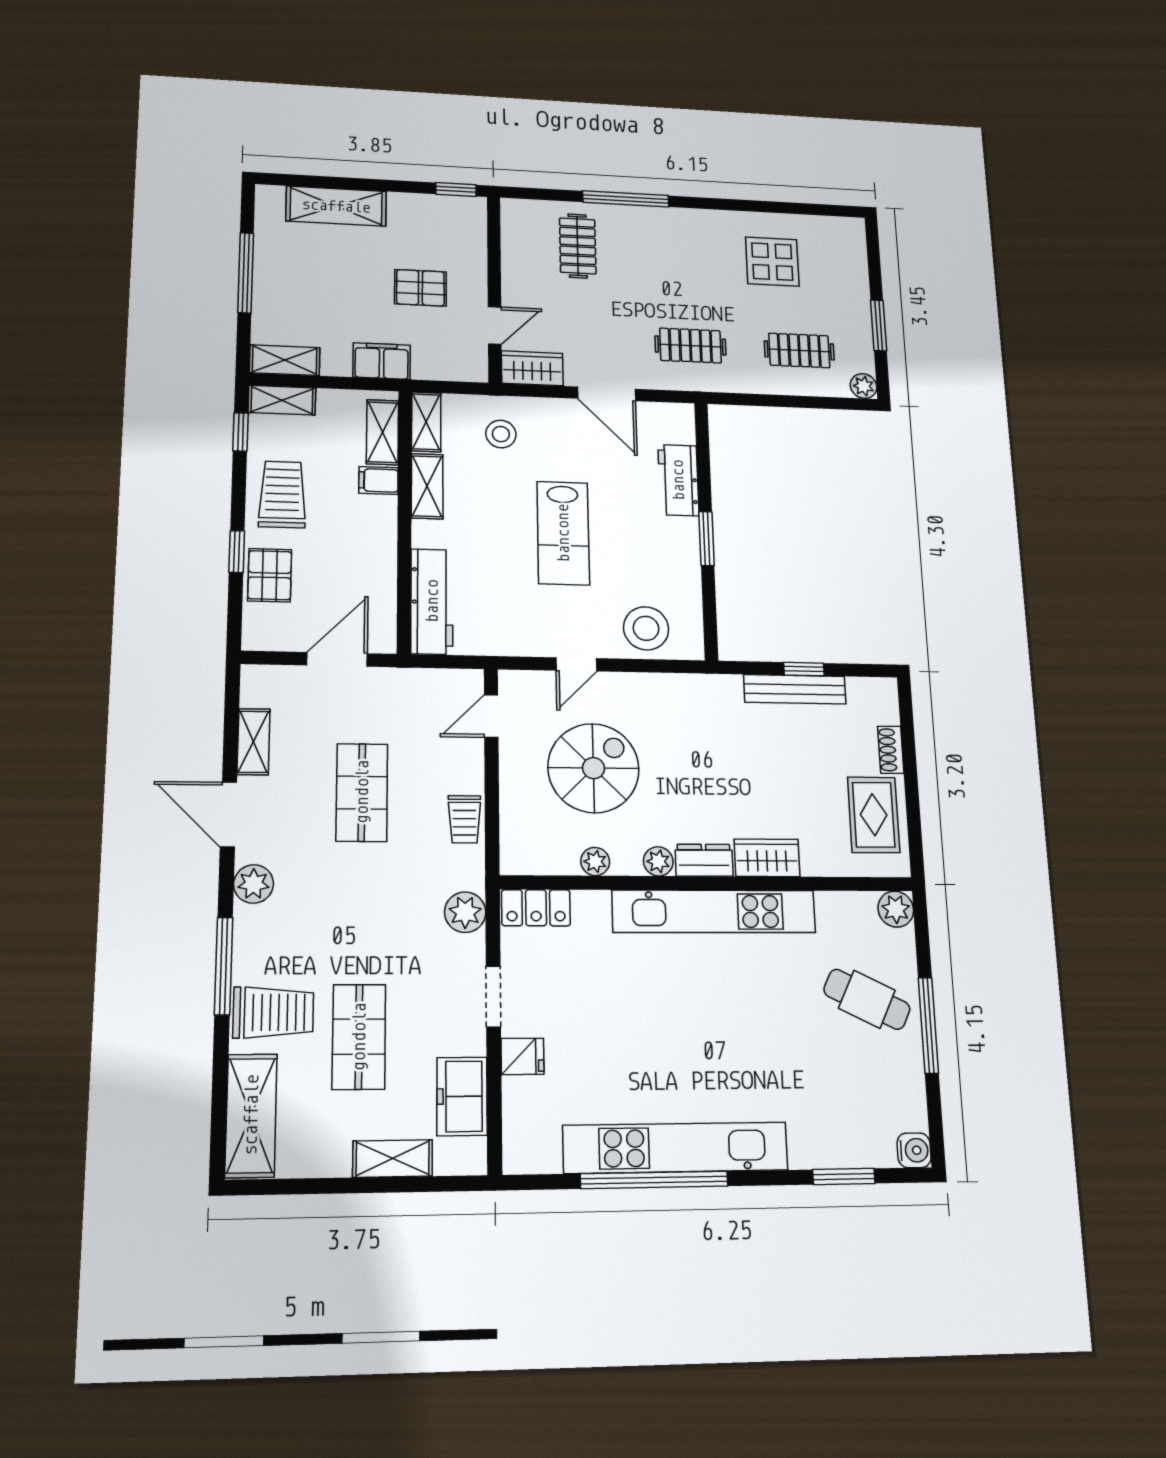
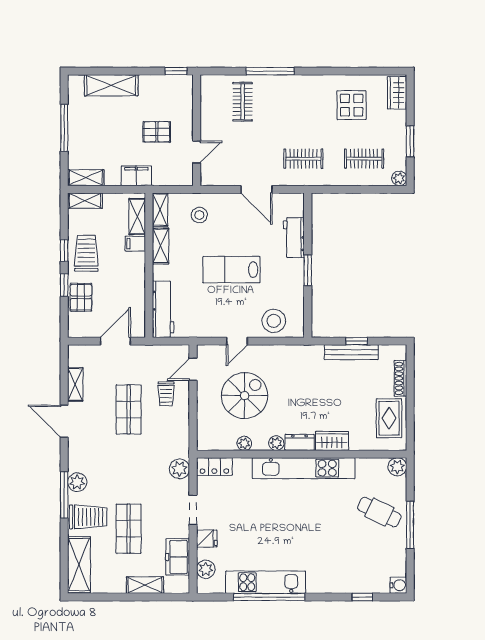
wardrobe: (532, 368) -> (397, 93), moved, turned -90
window: (241, 432) -> (64, 251), moved
lab bench: (563, 533) -> (231, 270), turned 90
shoe rack: (891, 750) -> (400, 378), width x1.43
trolley: (464, 819) -> (166, 394), moved
plant: (254, 884) -> (77, 482), moved
plant: (521, 1122) -> (206, 569), added
kitchen unit: (676, 1148) -> (266, 582), width x0.73
window: (844, 1177) -> (362, 597), width x0.67

